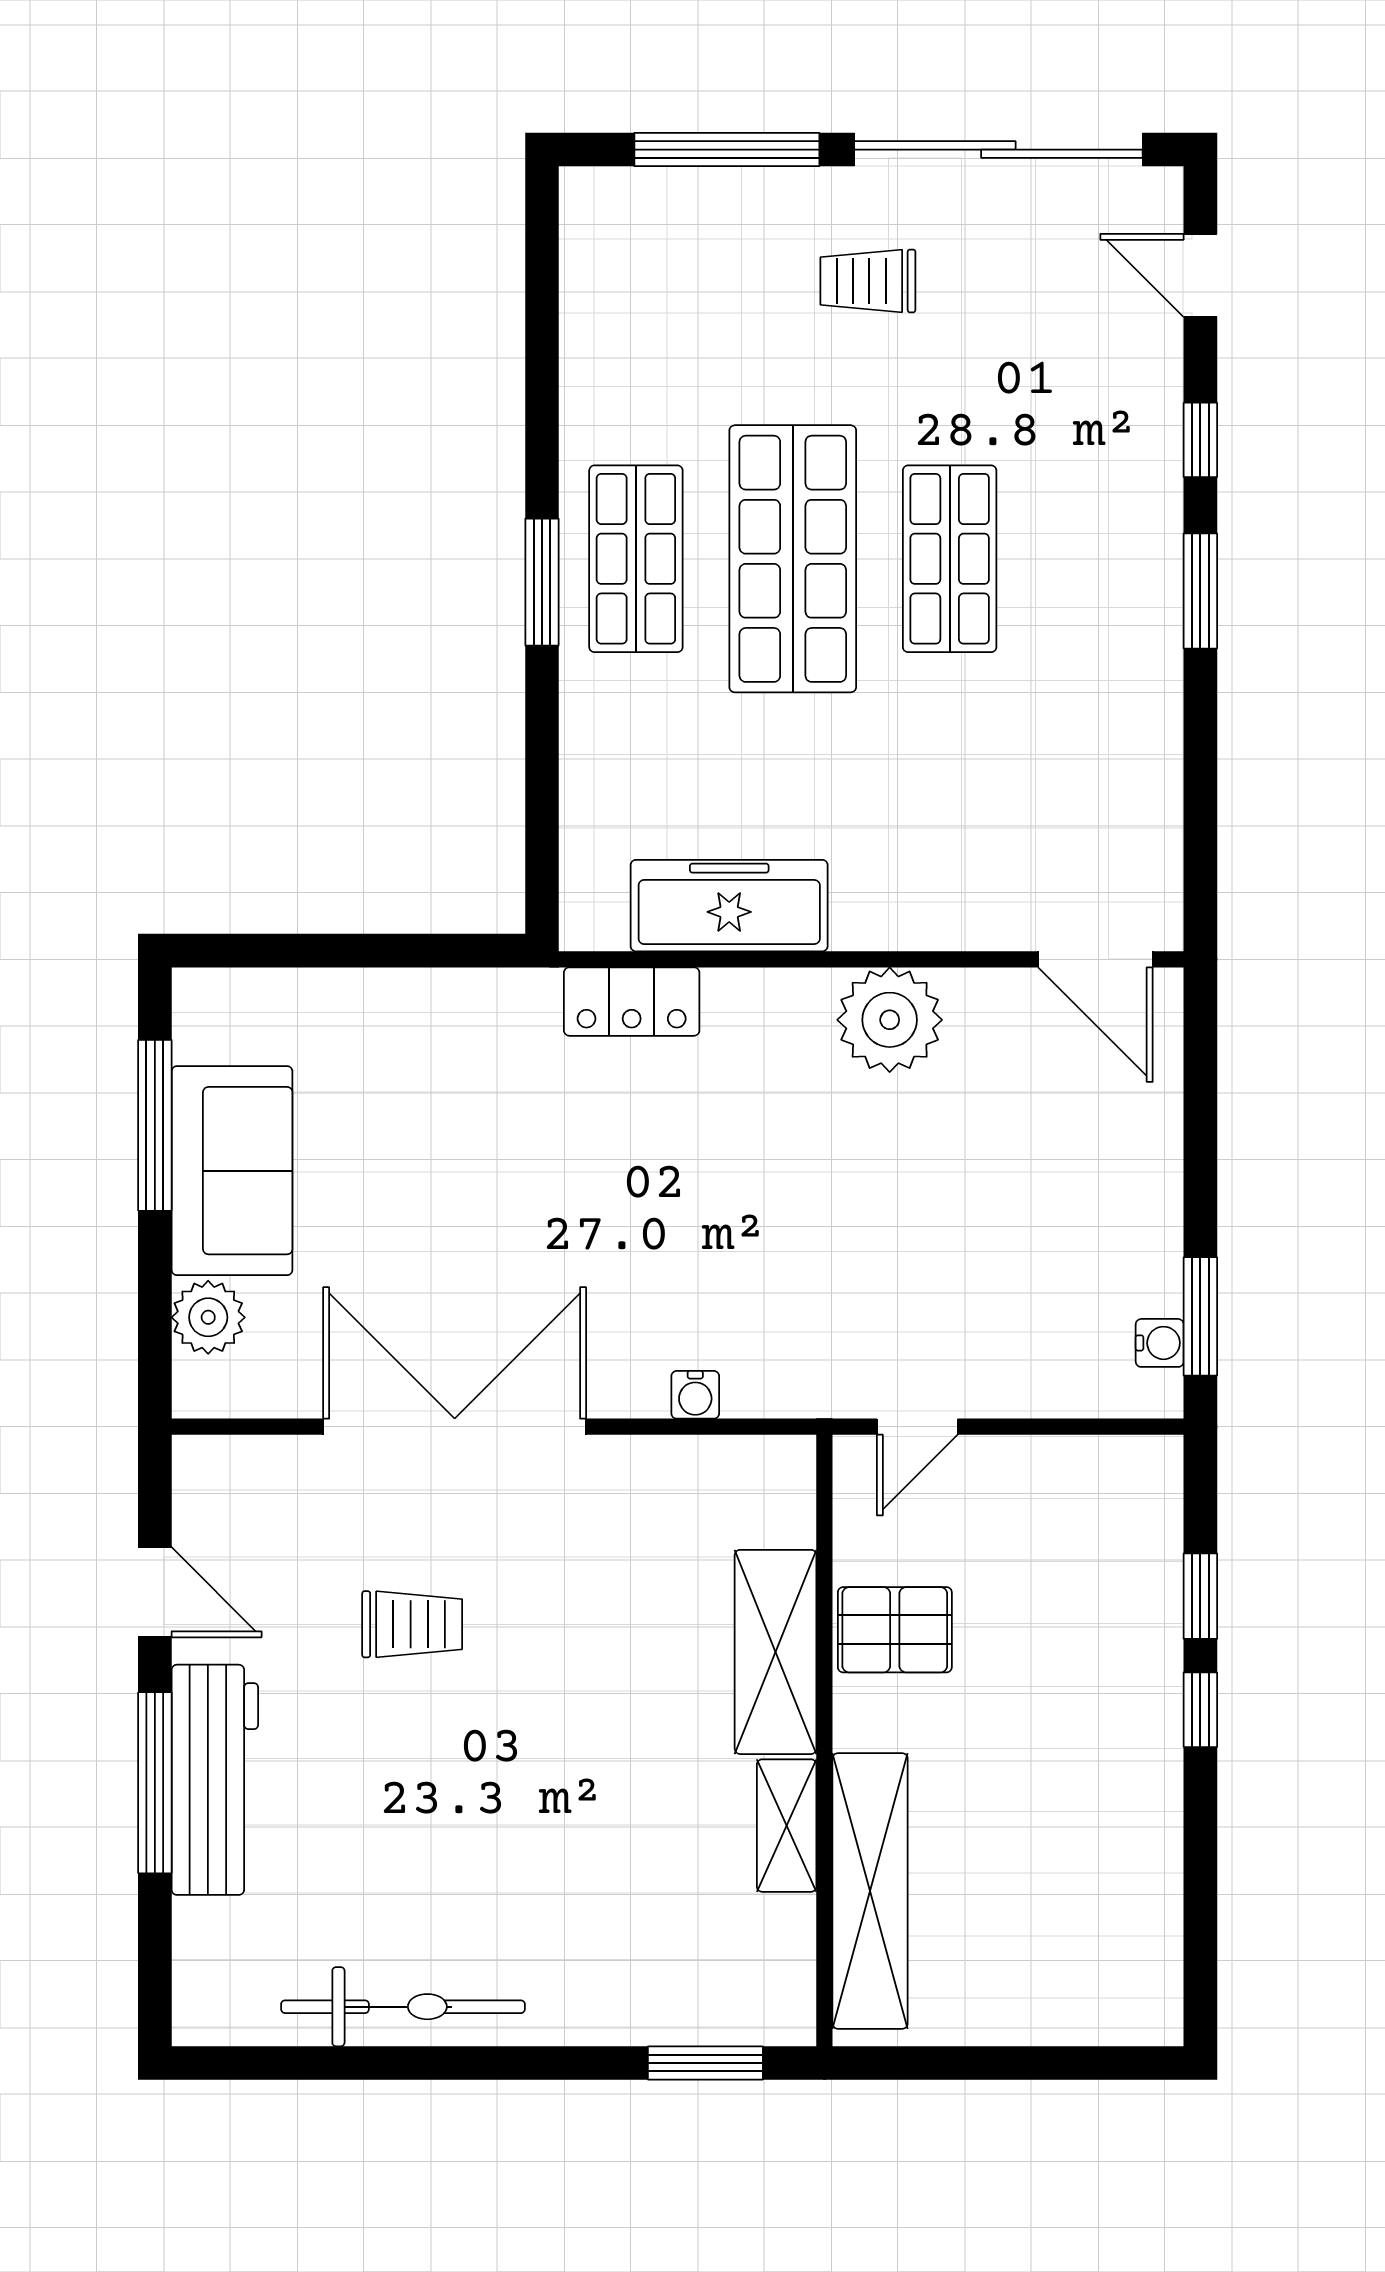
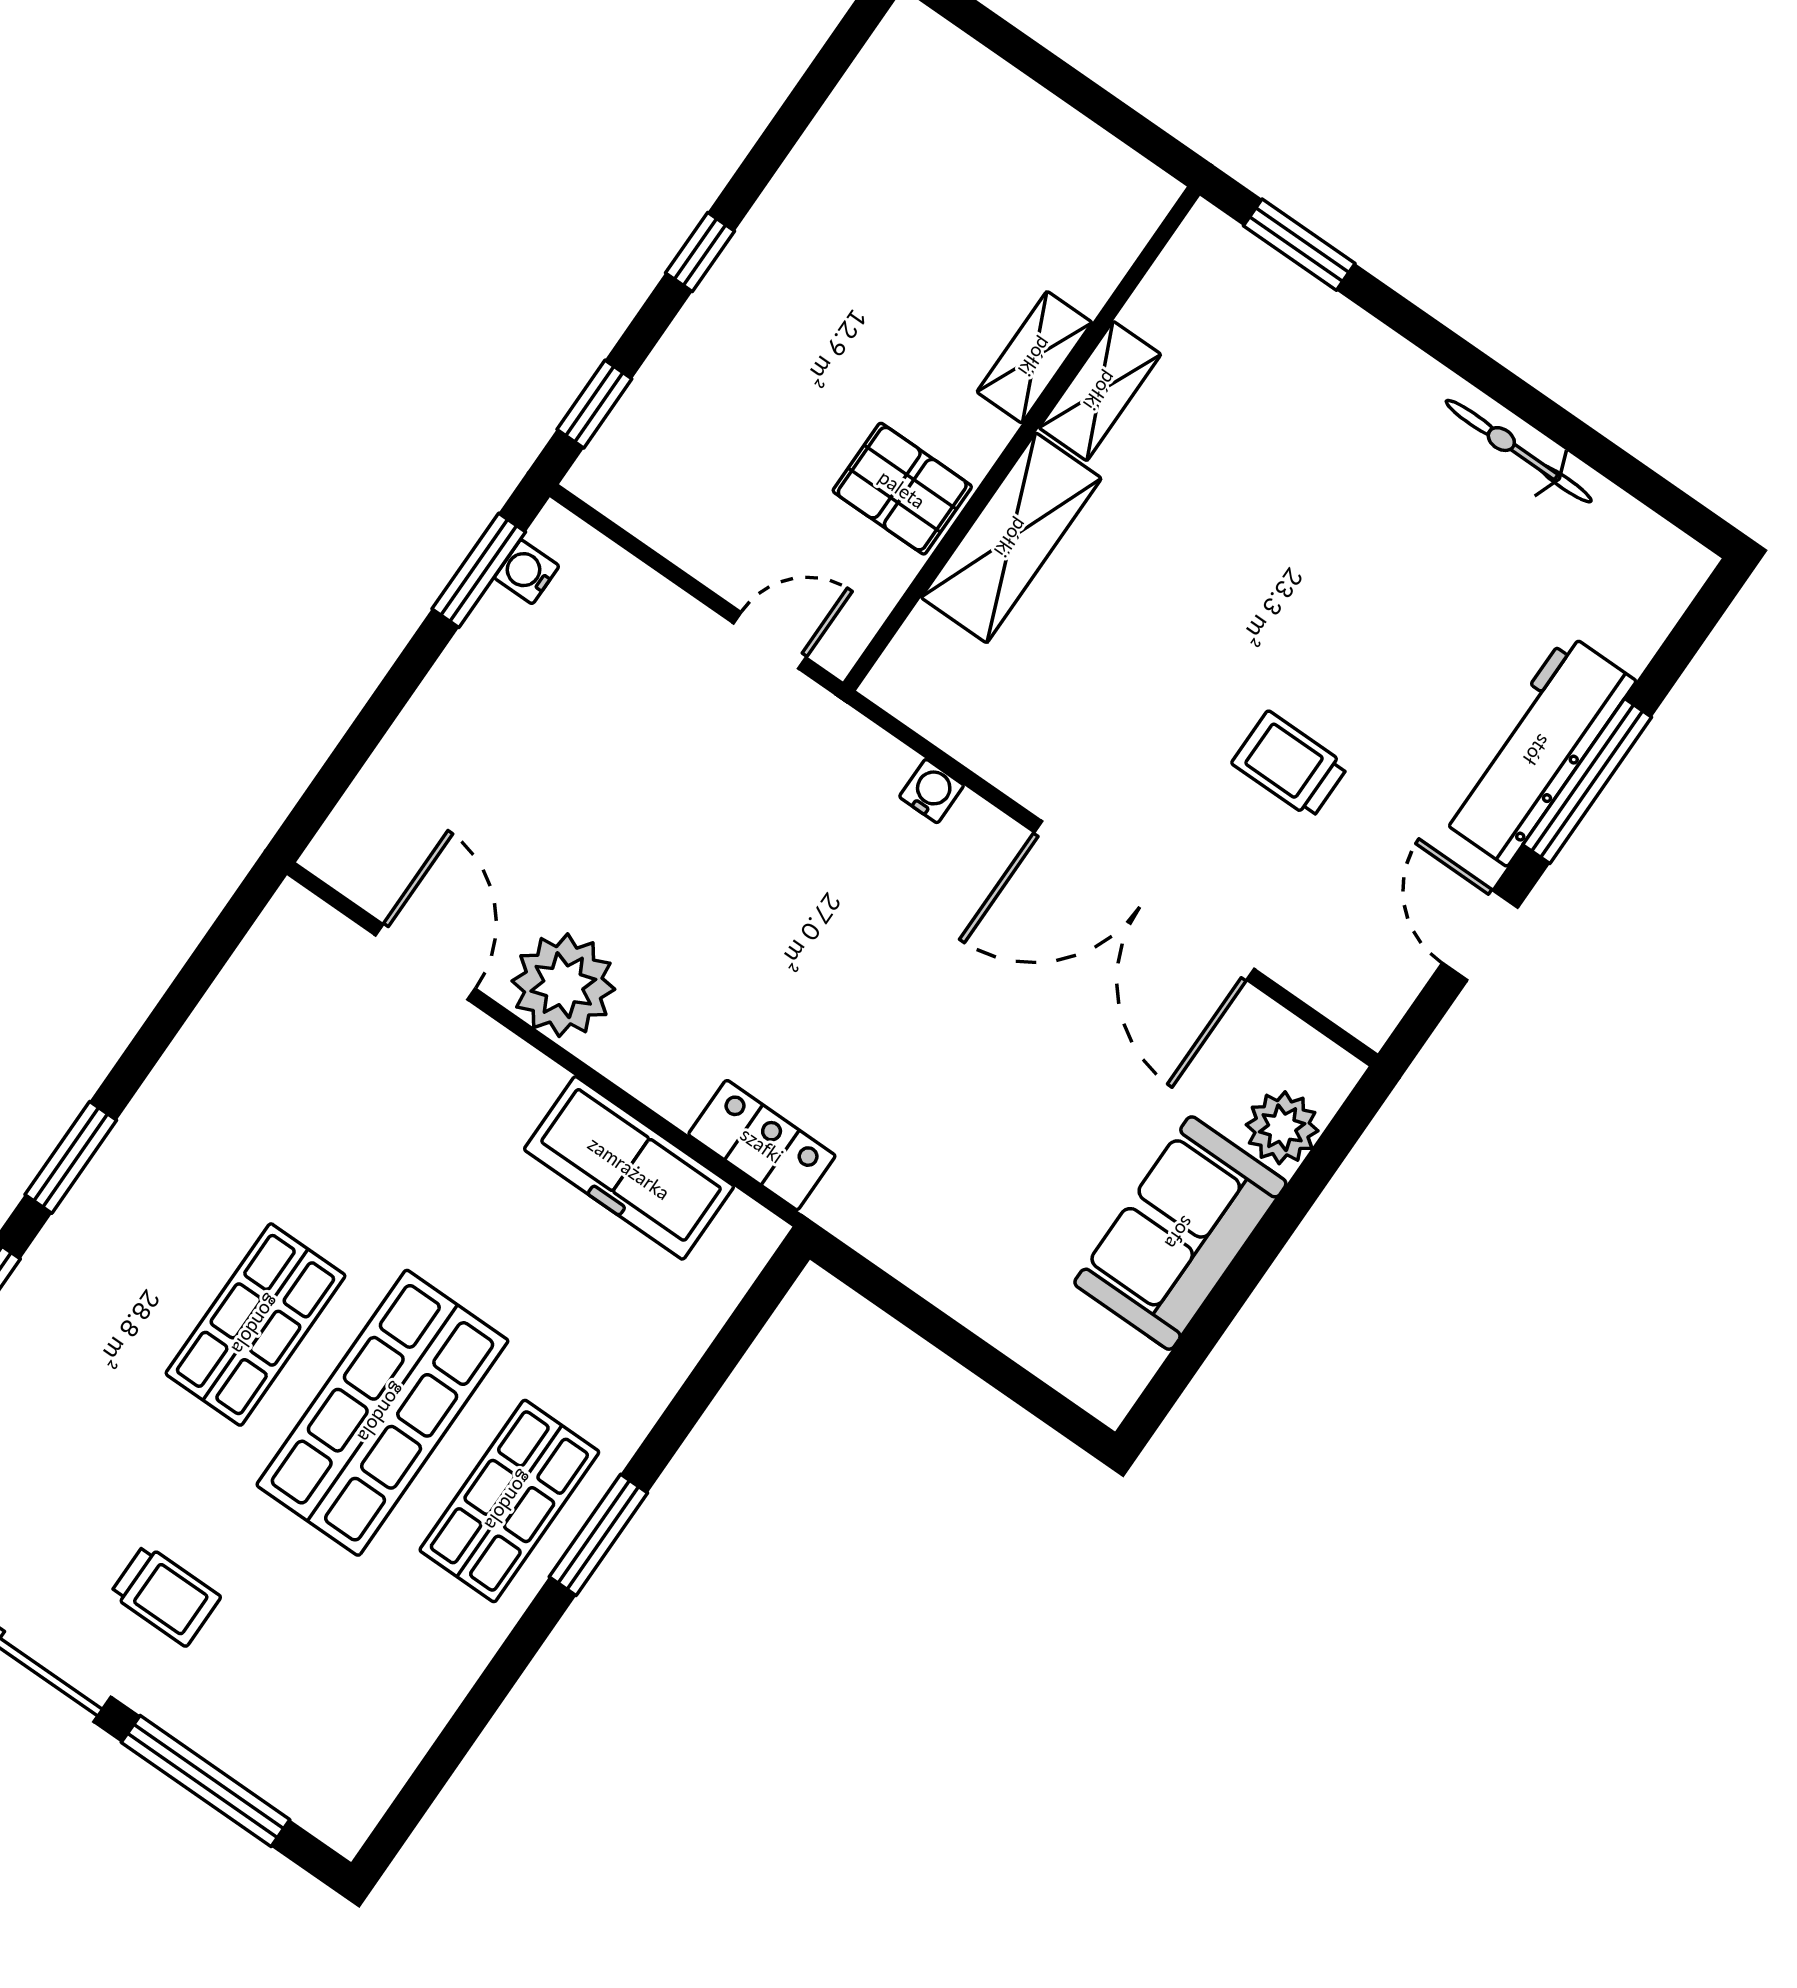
door: (1095, 959) -> (425, 962), moved
window: (155, 1125) -> (1217, 1313), removed
window: (1200, 1596) -> (594, 404), moved
shelving: (870, 1891) -> (1035, 357), width x0.45, depth x0.75
bicycle: (403, 2007) -> (1519, 451), width x0.73, depth x0.71

